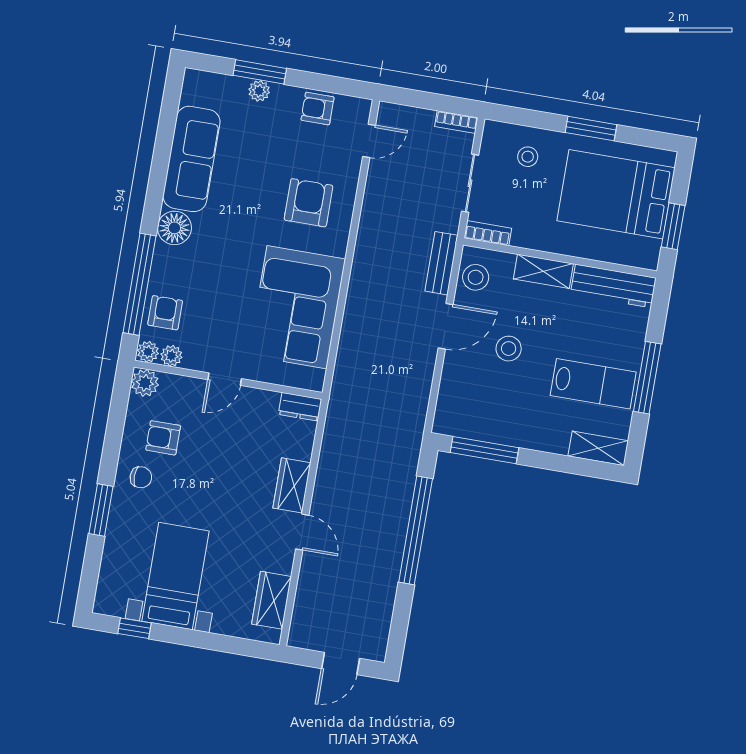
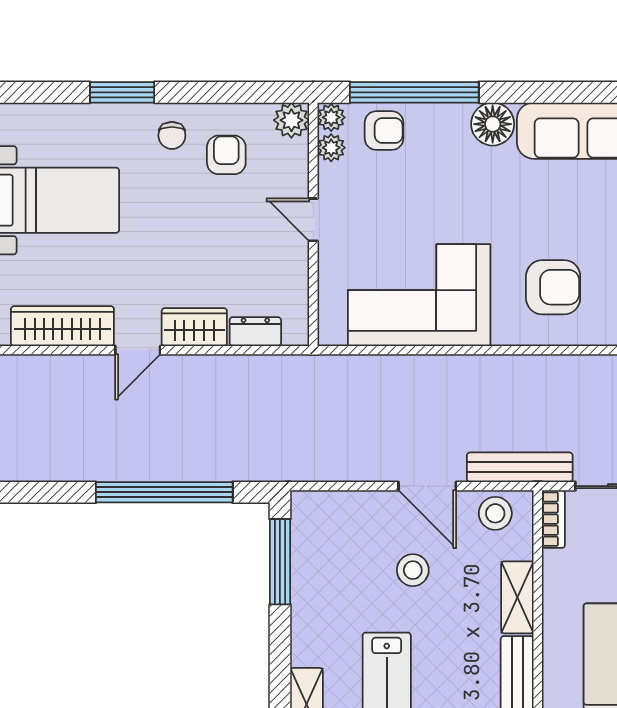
bench: (441, 263) -> (520, 467), width x1.36
dresser: (300, 407) -> (255, 332), moved, turned 90
wardrobe: (271, 600) -> (62, 326), width x1.50

